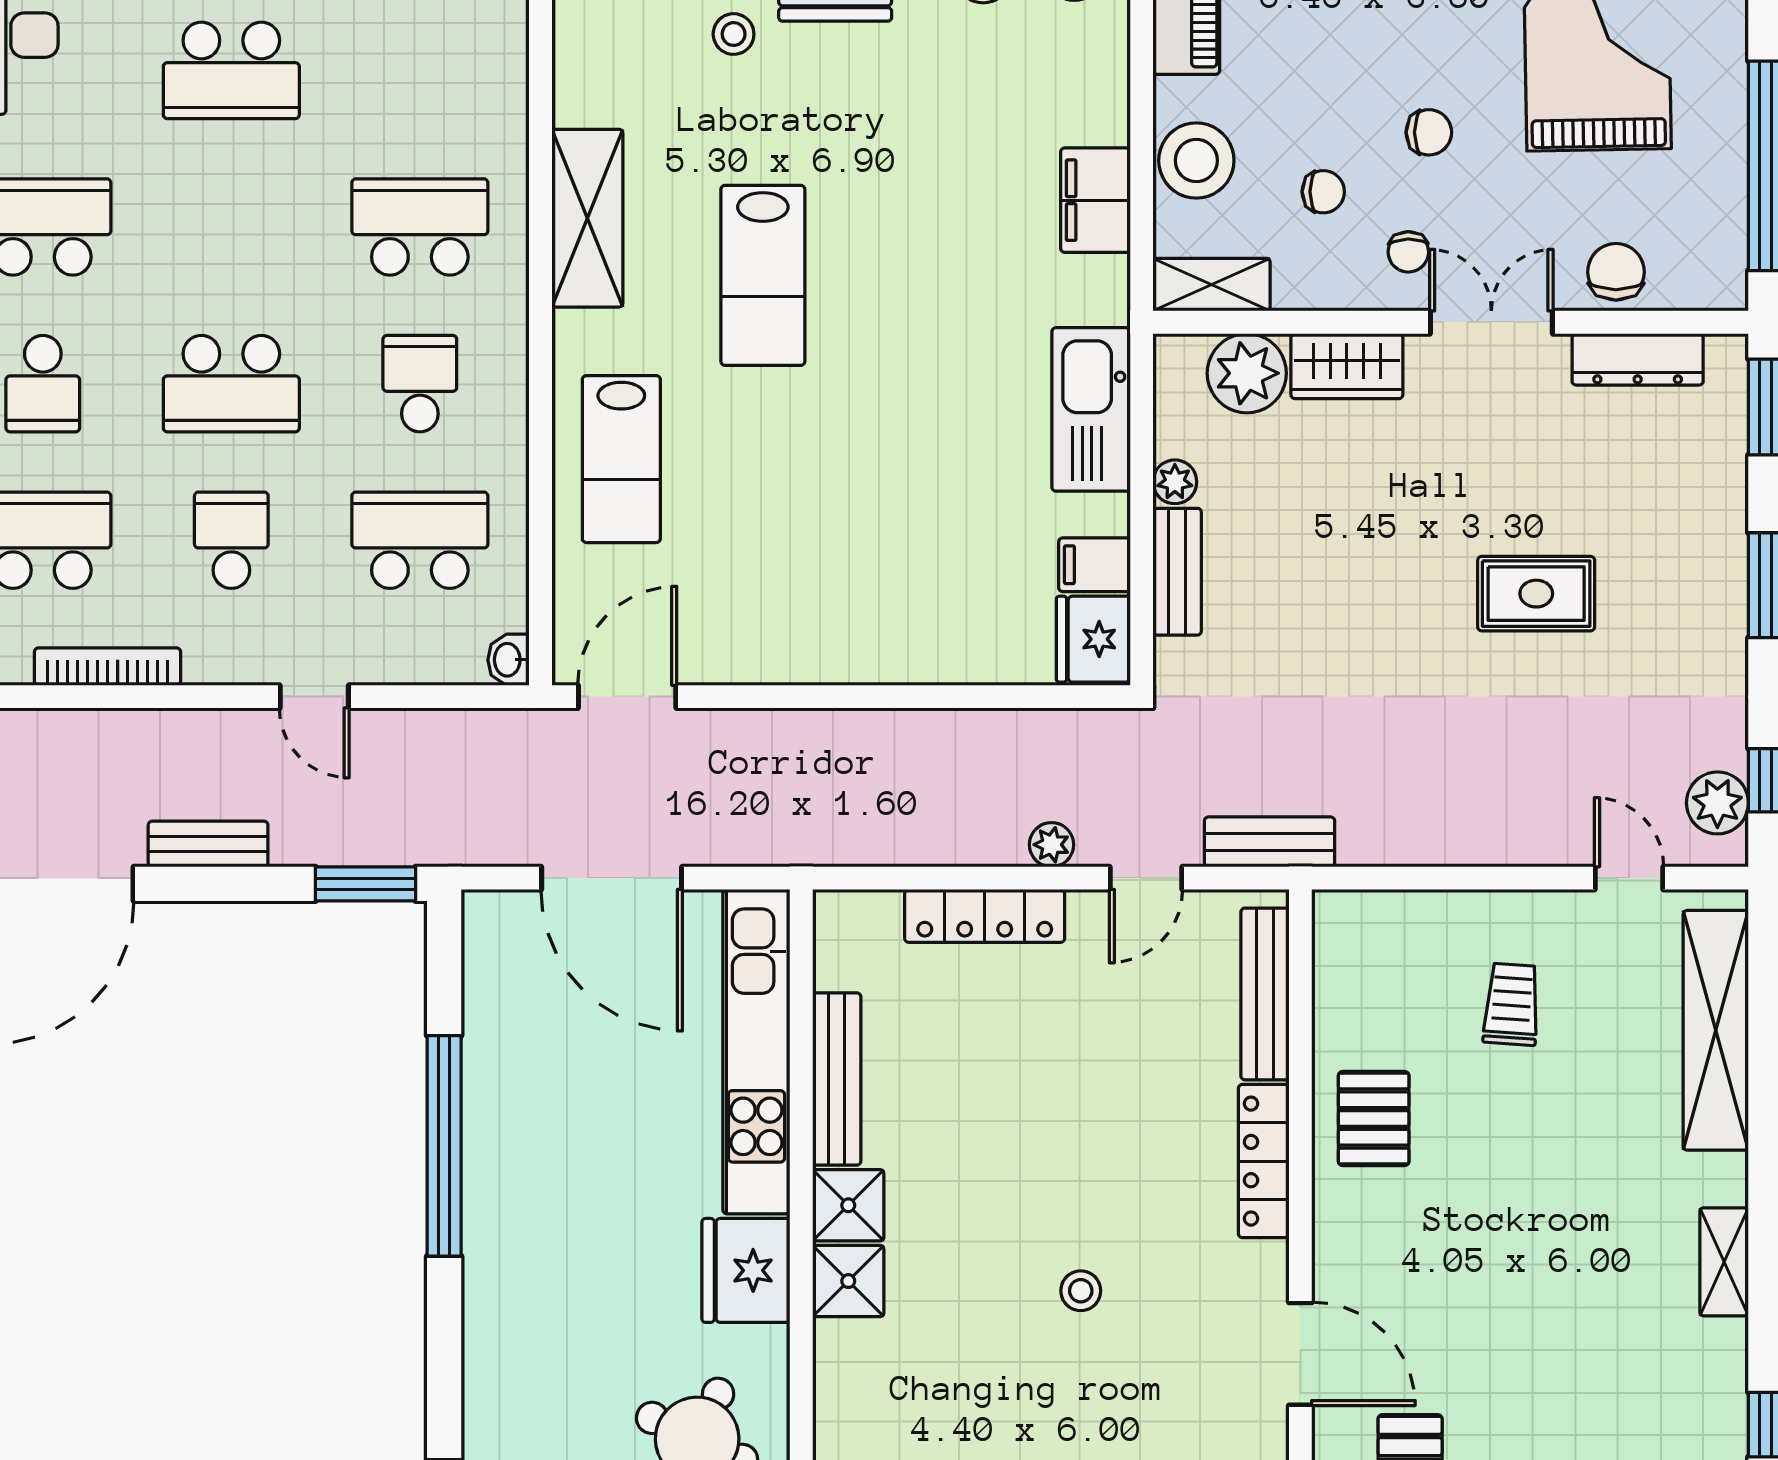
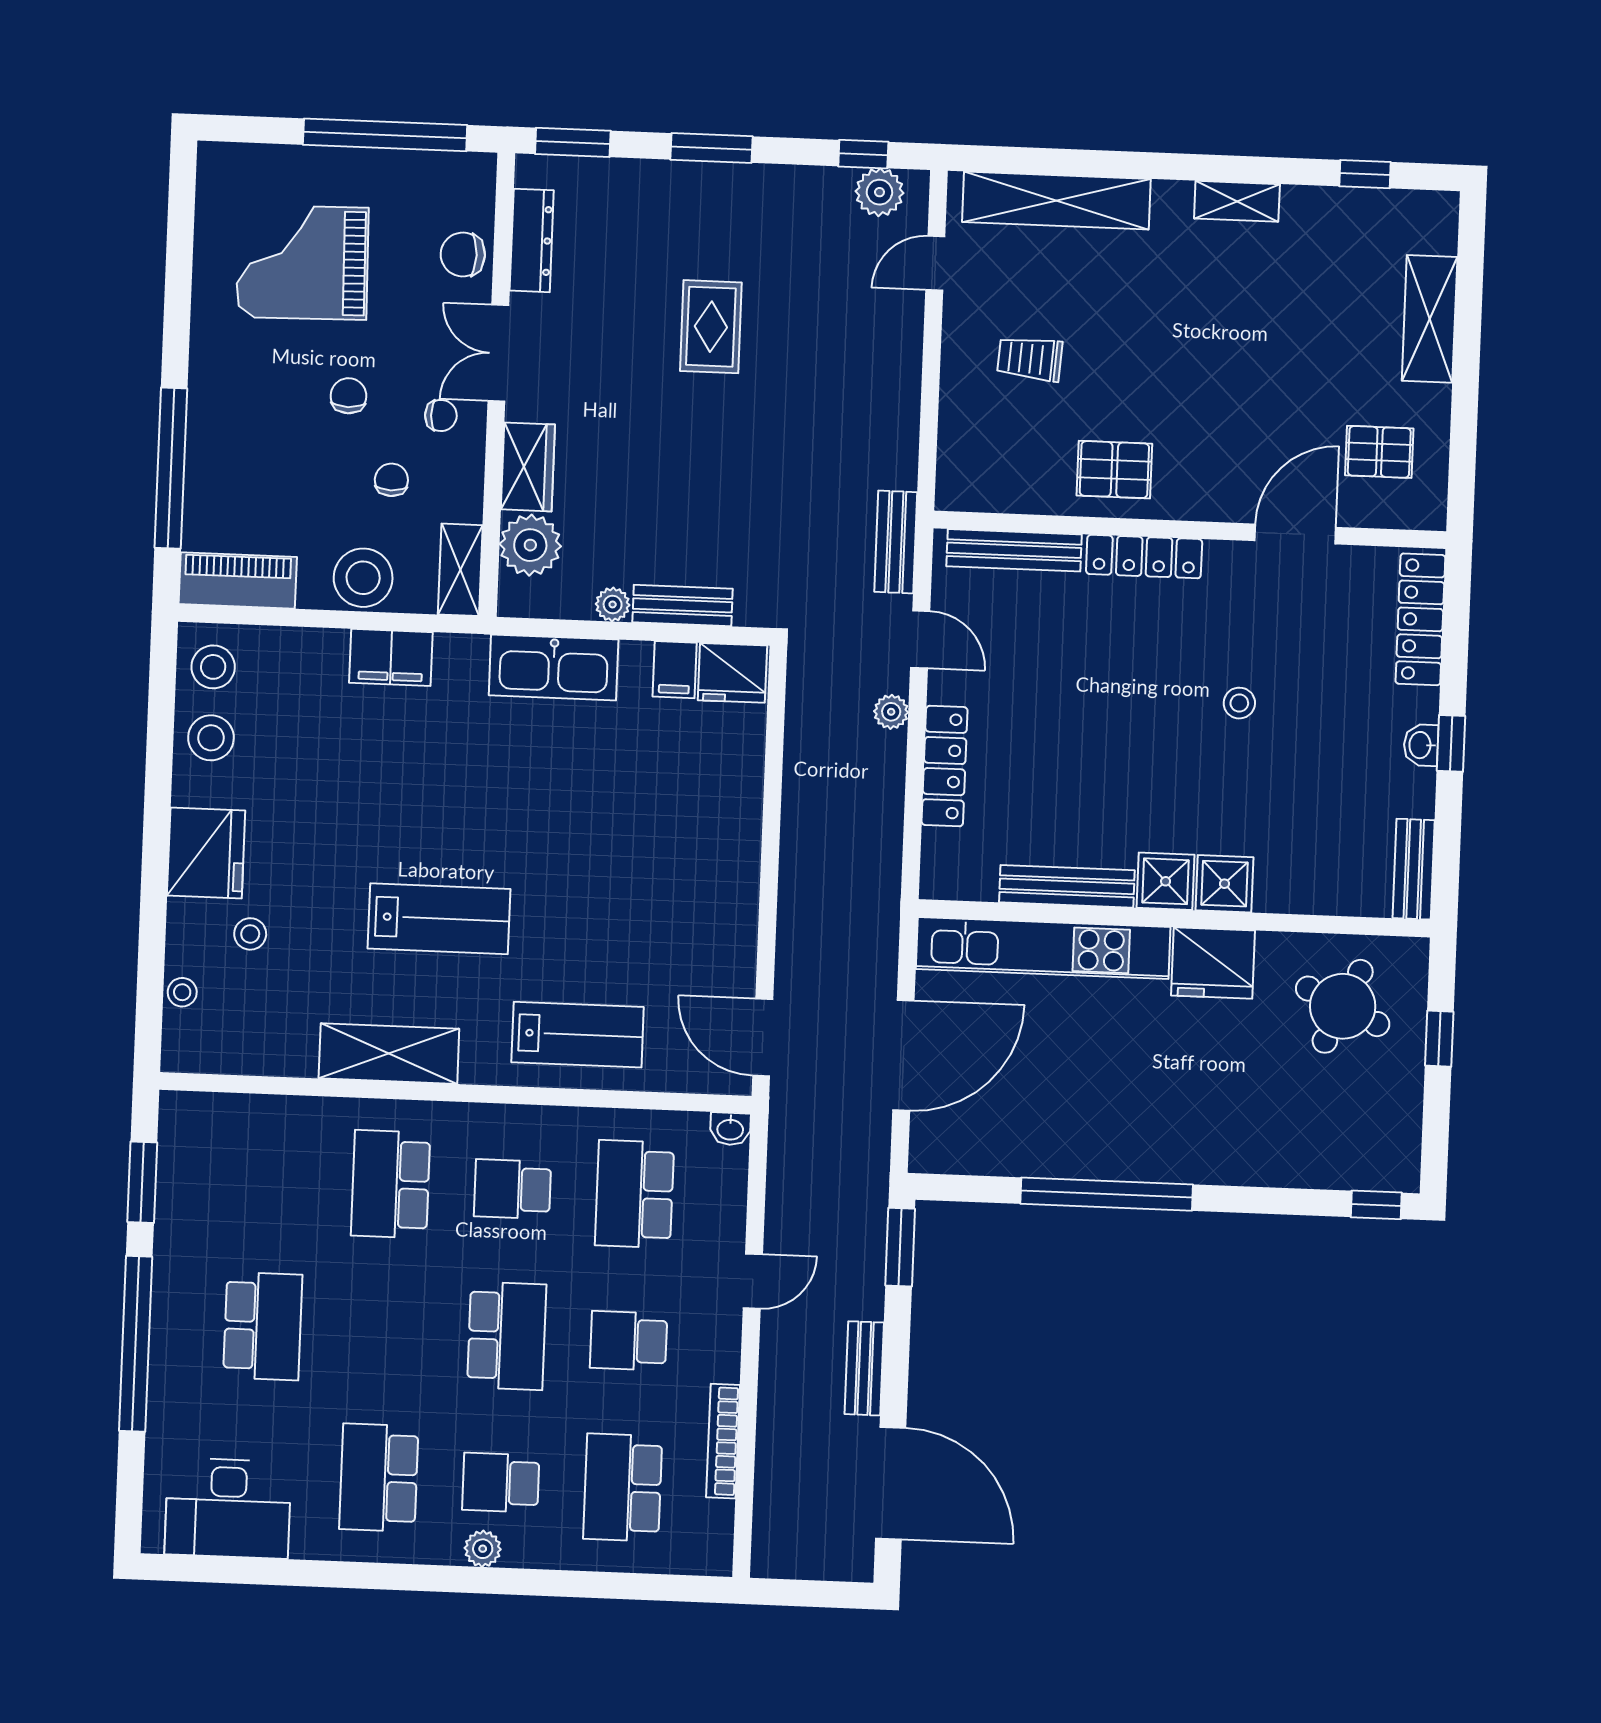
school desk: (43, 384) -> (501, 1483), turned 180

